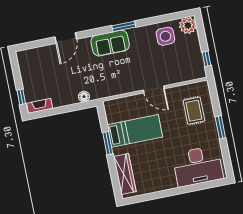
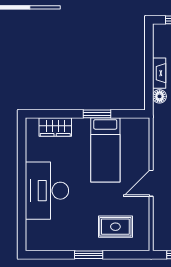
fireplace: (40, 106) -> (159, 73), moved
desk: (198, 166) -> (47, 191), moved
wardrobe: (125, 174) -> (55, 127), width x0.67

